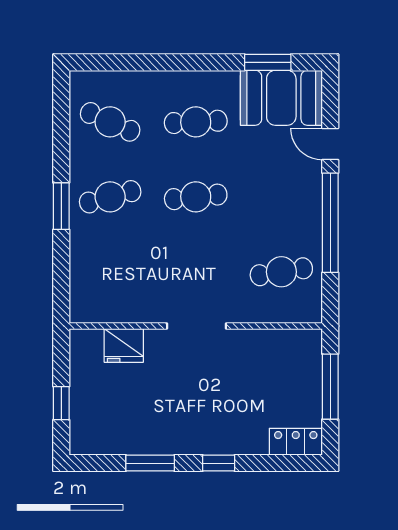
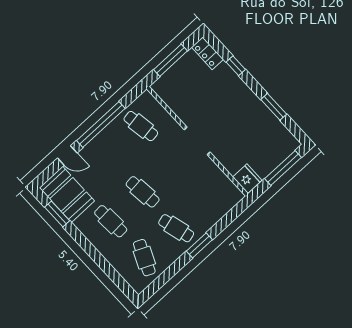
door: (330, 144) -> (67, 155), hinge flipped
fridge: (124, 345) -> (247, 179), moved
window: (61, 403) -> (283, 168), width x2.17
window: (219, 463) -> (236, 66), moved

